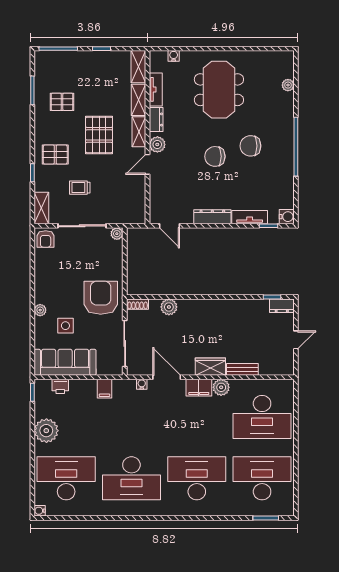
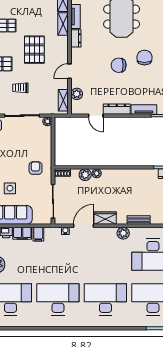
shelving: (139, 132) -> (63, 100), moved
plant: (157, 144) -> (77, 94), moved
chair: (250, 146) -> (144, 58), turned 90
door: (169, 226) -> (96, 116), moved
armchair: (101, 298) -> (36, 168), width x0.53, depth x0.53
plant: (185, 305) -> (97, 173), added
wardrobe: (210, 367) -> (105, 218), moved
door: (167, 377) -> (83, 226), hinge flipped
filing cabinet: (199, 388) -> (22, 233), moved
desk: (131, 478) -> (58, 299), turned 180

